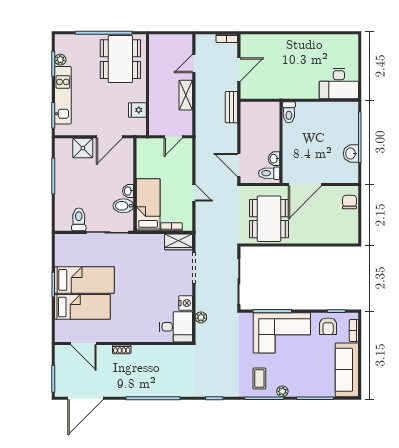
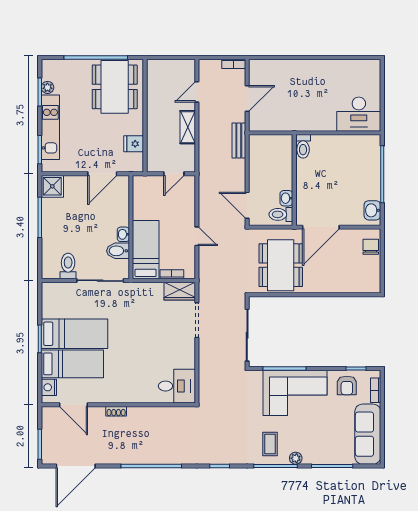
shower: (83, 148) -> (52, 186), moved
washbasin: (351, 154) -> (372, 210), moved
nightstand: (186, 303) -> (49, 387), moved, turned 180
plant: (201, 317) -> (205, 376), removed

